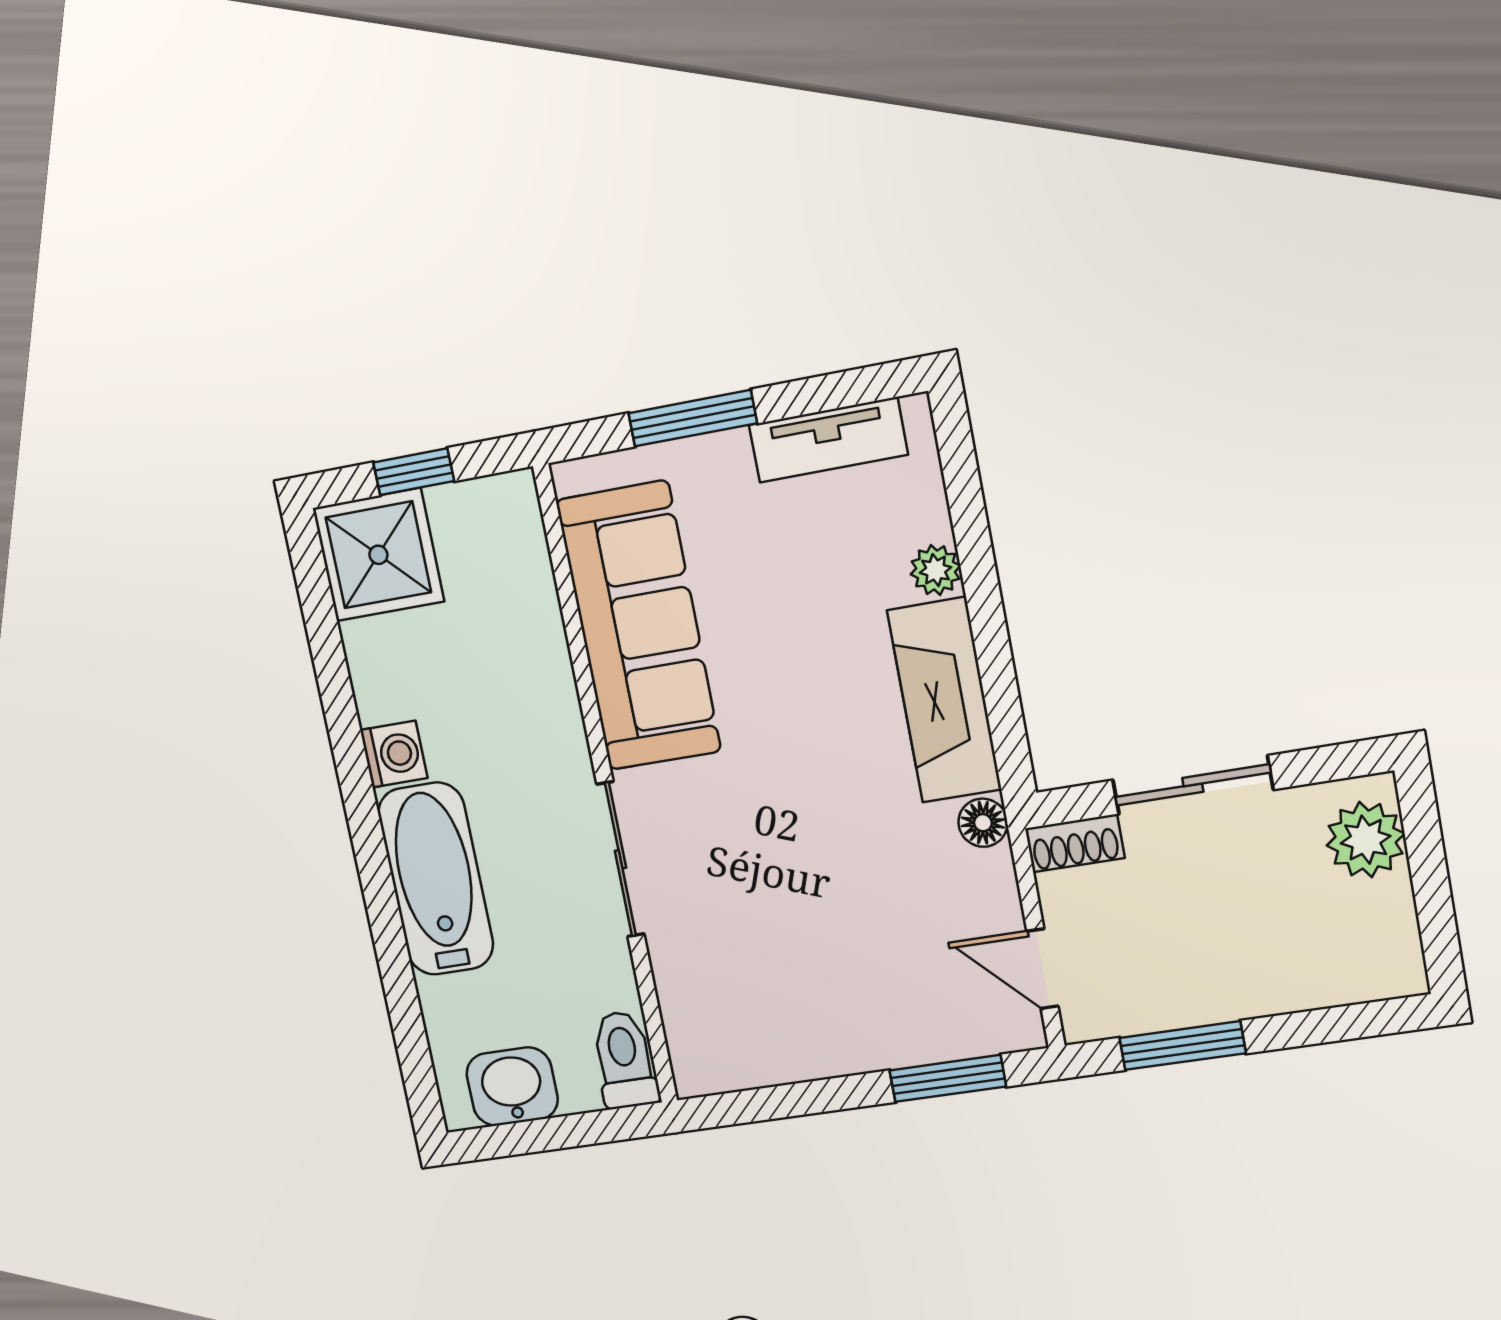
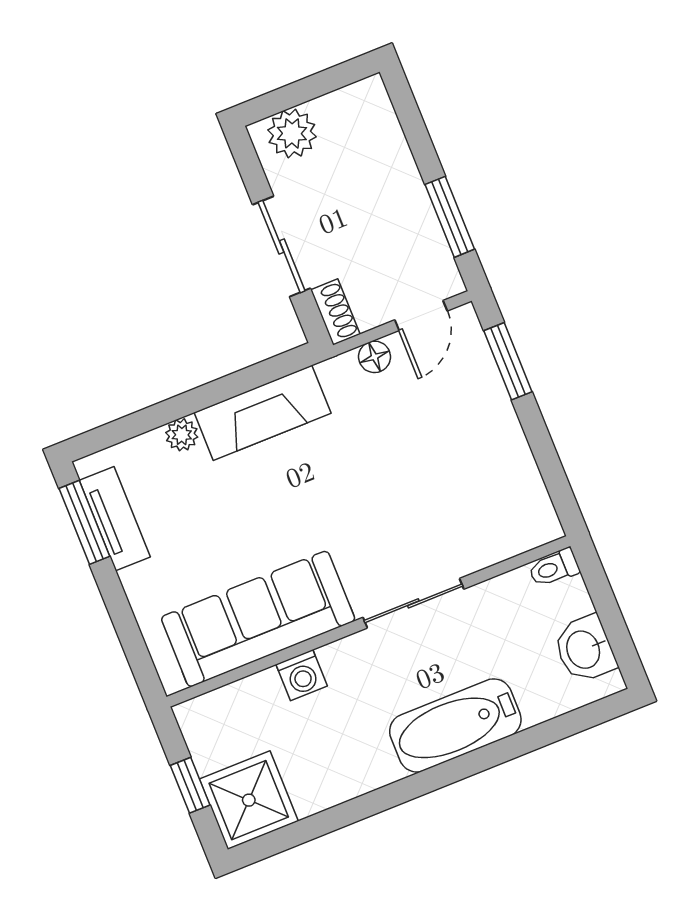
window: (693, 418) -> (84, 522), moved
washing machine: (394, 754) -> (302, 675), moved, turned 180
floor lamp: (983, 823) -> (375, 357), moved
toilet: (625, 1060) -> (554, 568), width x0.73, depth x0.72

